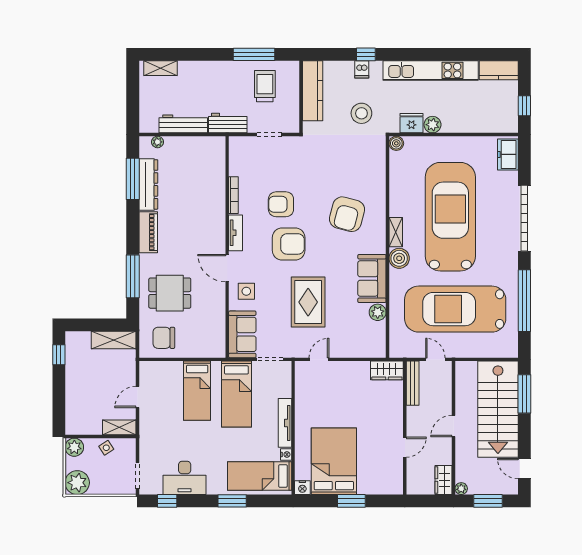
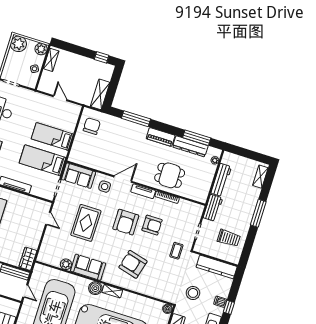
window: (254, 54) -> (258, 213), moved
coffee table: (307, 157) -> (176, 251), added
armchair: (281, 204) -> (152, 225), turned 90
dining table: (170, 293) -> (170, 175), moved, turned 90
rug: (308, 302) -> (86, 223), turned 90
door: (435, 359) -> (25, 291), hinge flipped
shelving: (119, 427) -> (51, 60), moved

